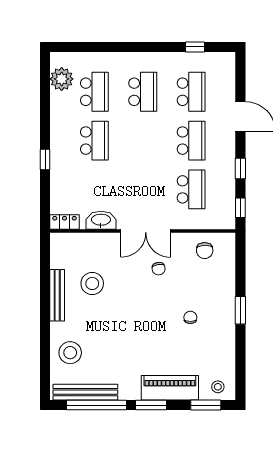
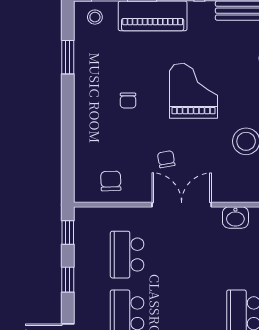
washbasin: (101, 220) -> (235, 217), width x0.72
window: (240, 310) -> (68, 57), moved
grand piano: (136, 326) -> (194, 91), added

